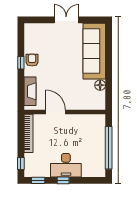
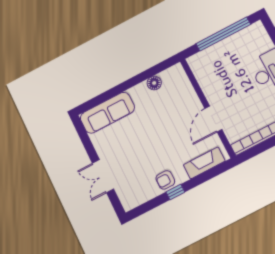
double door: (66, 20) -> (103, 176), moved
sofa: (94, 51) -> (107, 113), width x0.74, depth x0.79

